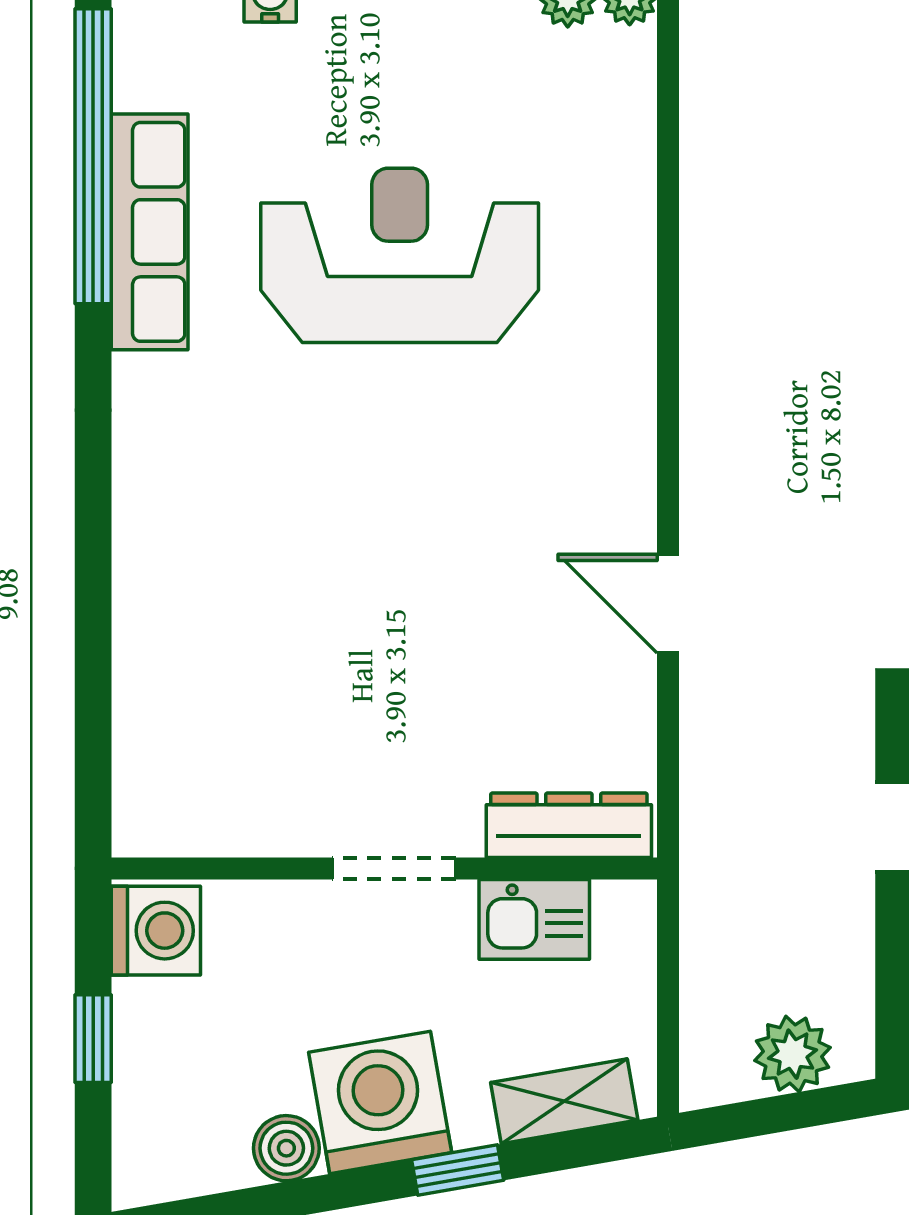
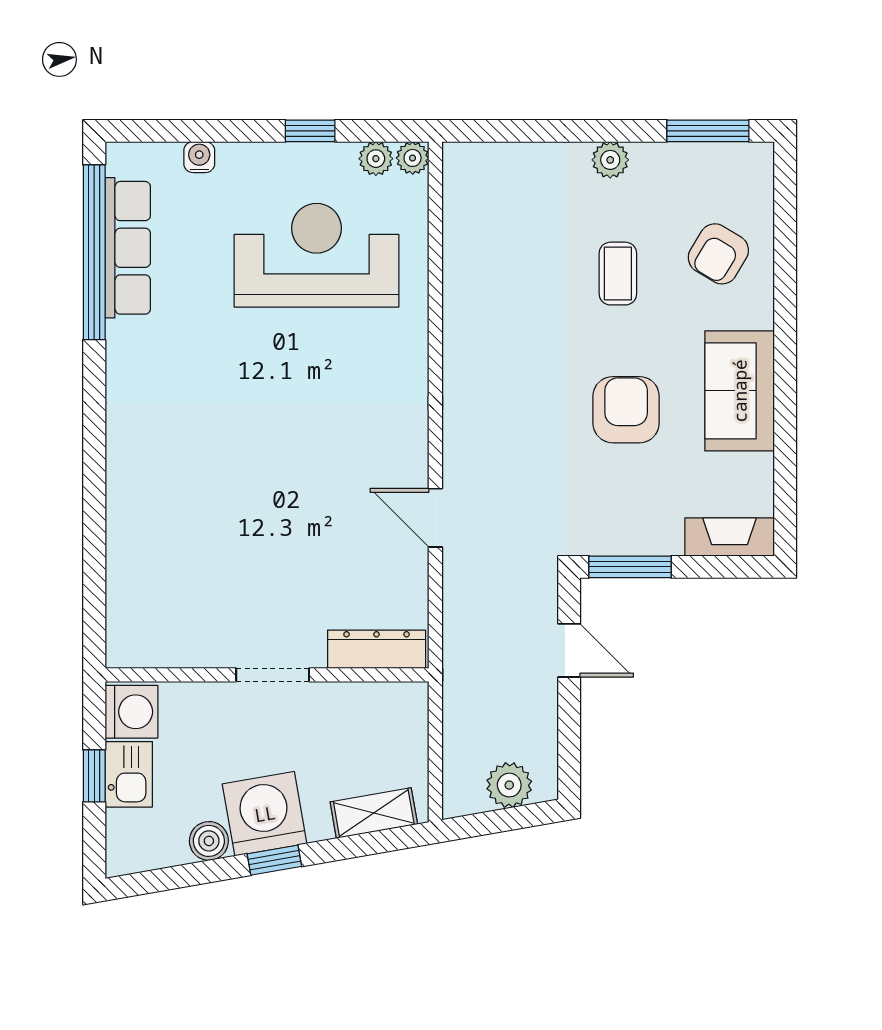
row of seats: (150, 232) -> (128, 248), moved
reception desk: (400, 255) -> (316, 255), moved
kitchen sink: (534, 919) -> (129, 774), moved, turned -90
window: (458, 1170) -> (274, 860), moved

